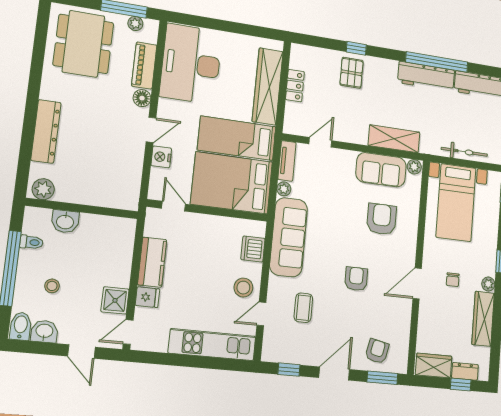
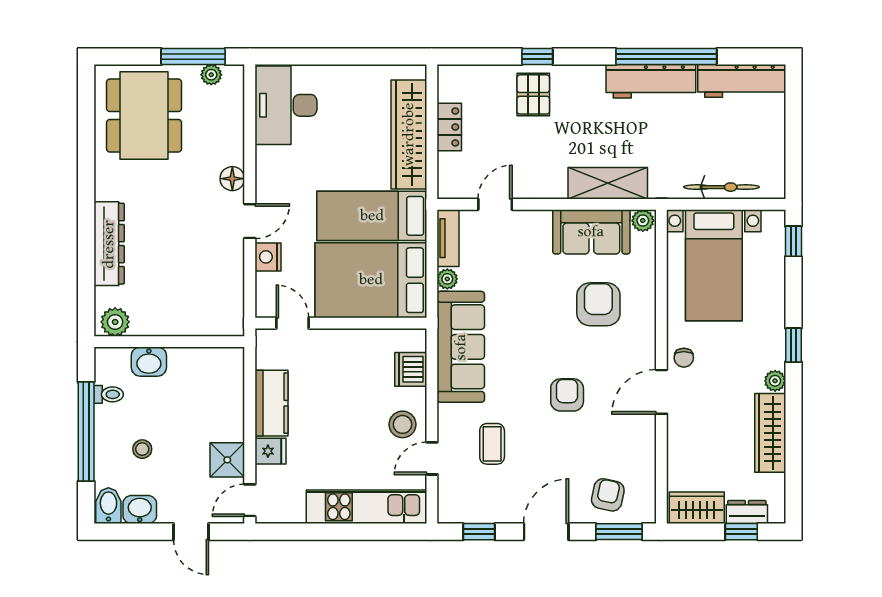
desk: (191, 64) -> (286, 105), width x0.73, depth x0.77
piano: (144, 66) -> (230, 132), removed
chair: (453, 280) -> (684, 358), moved

